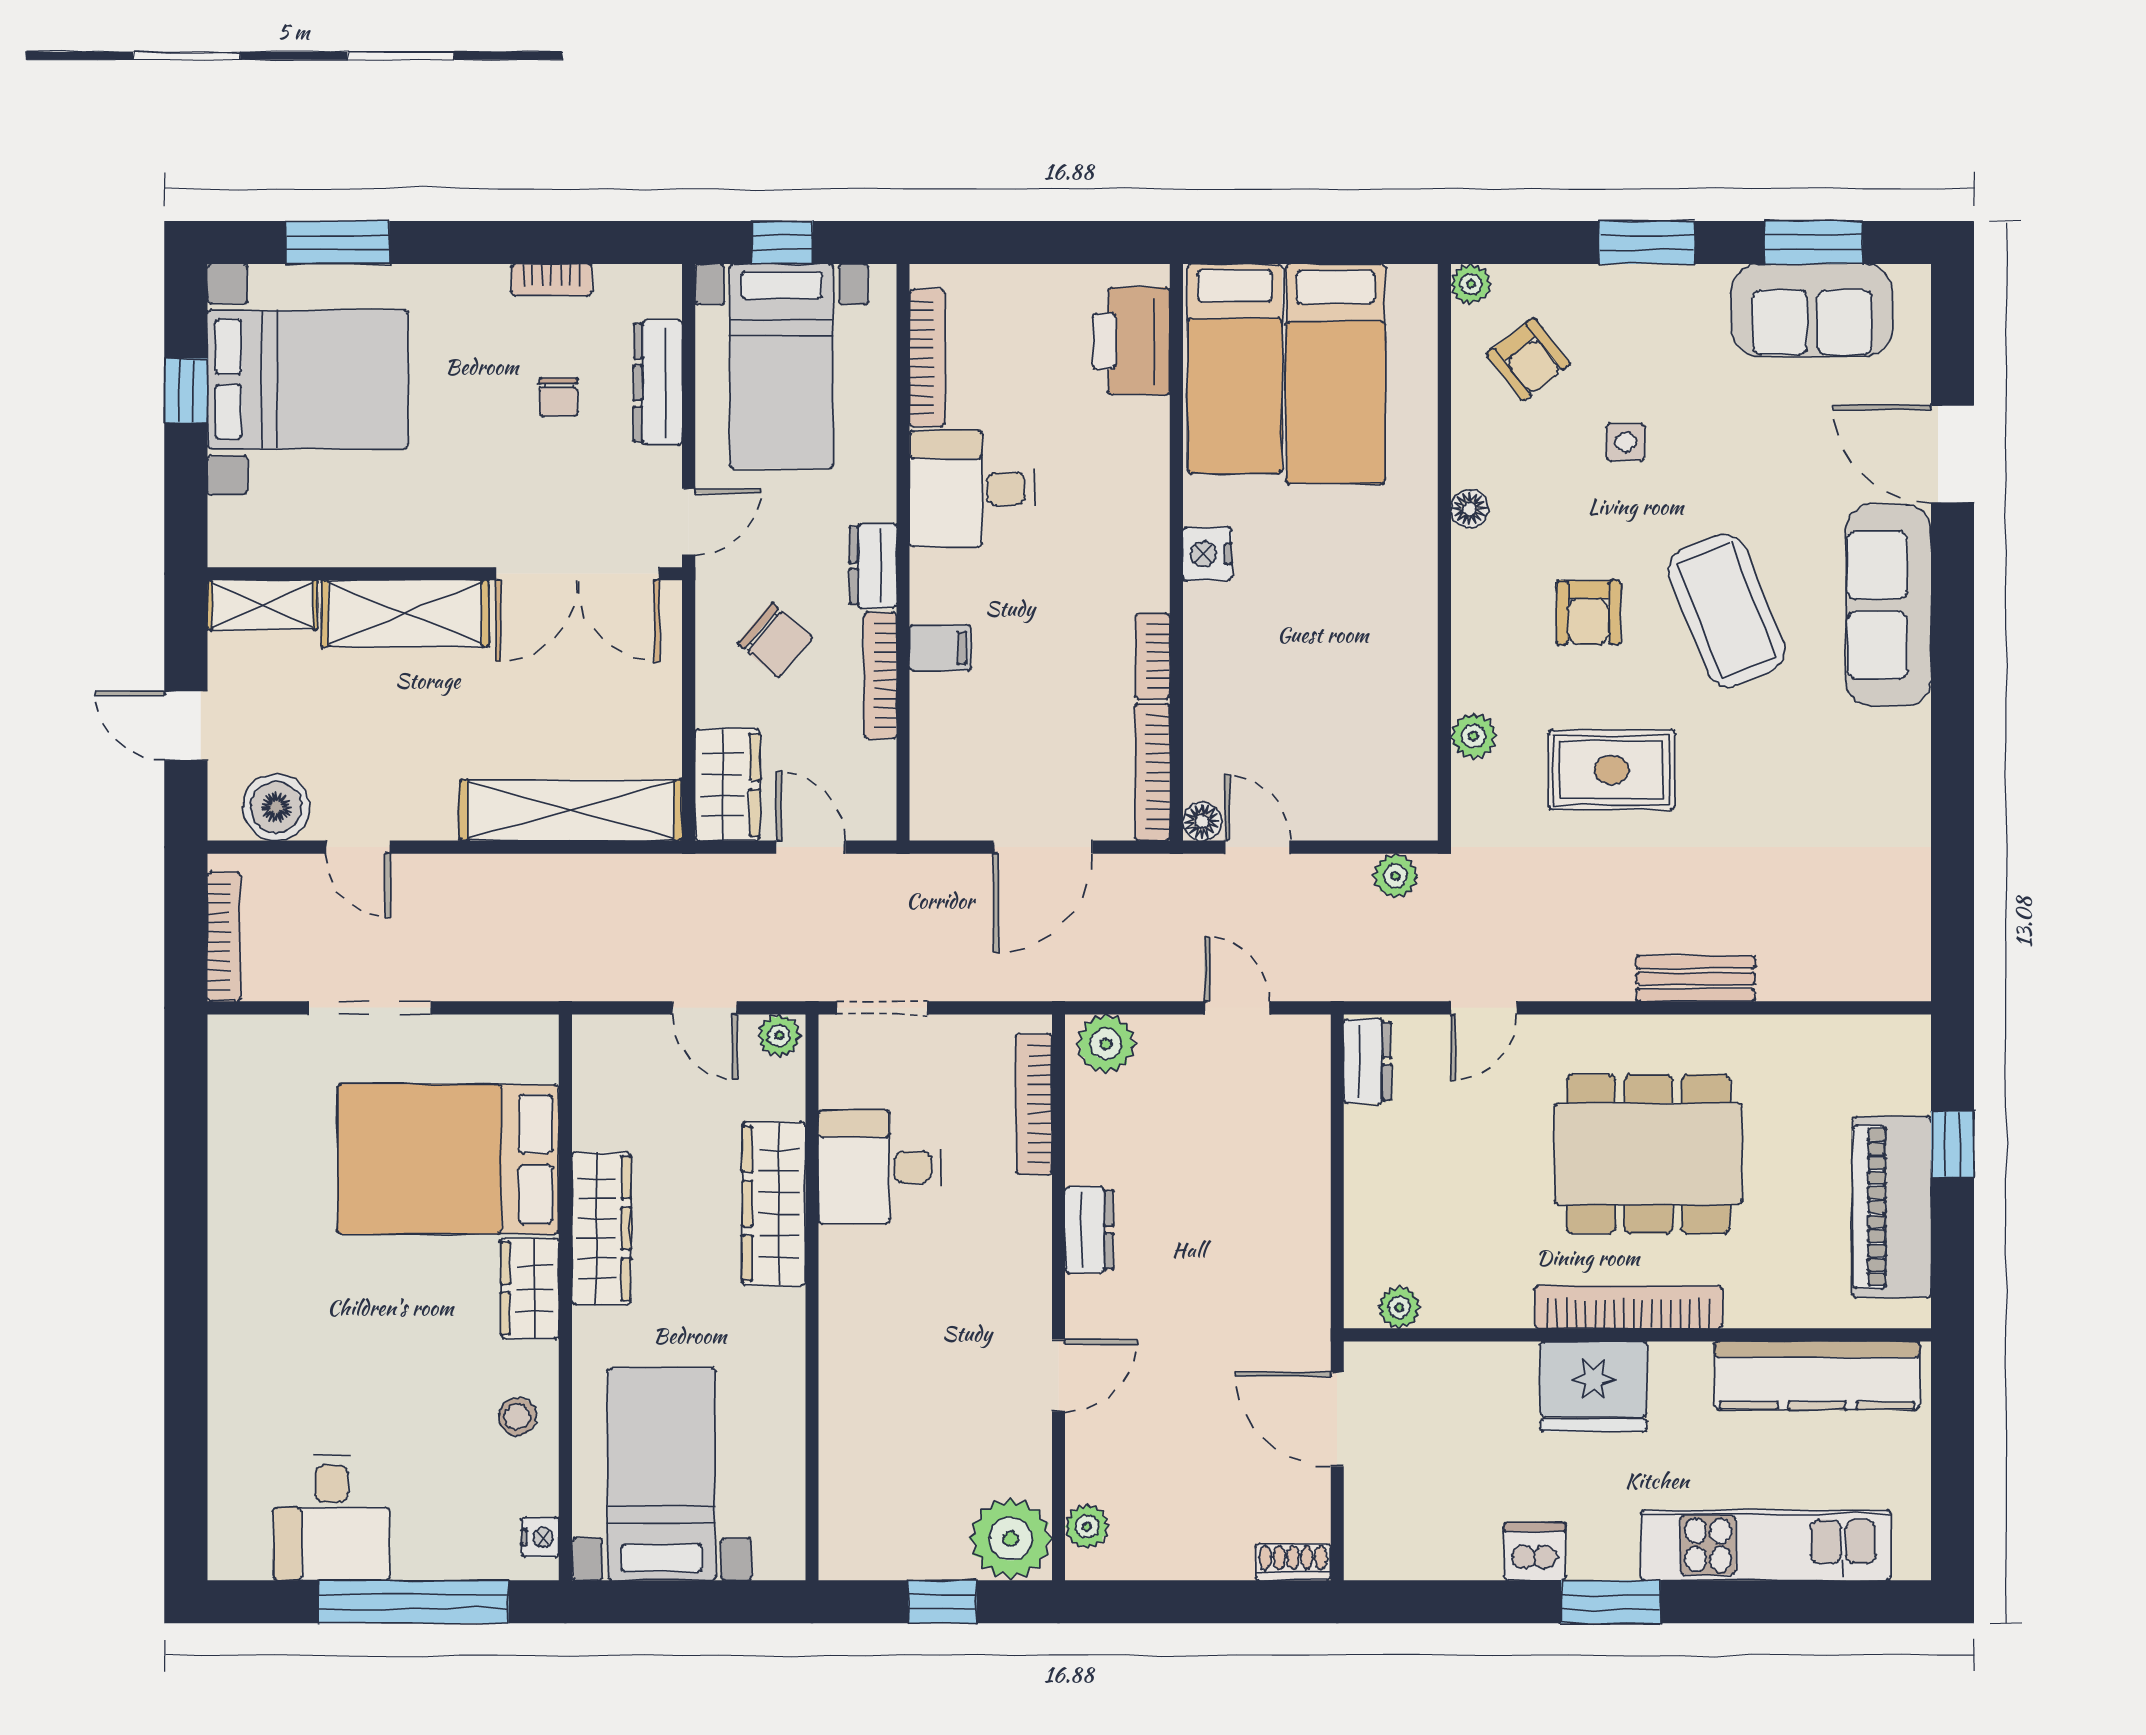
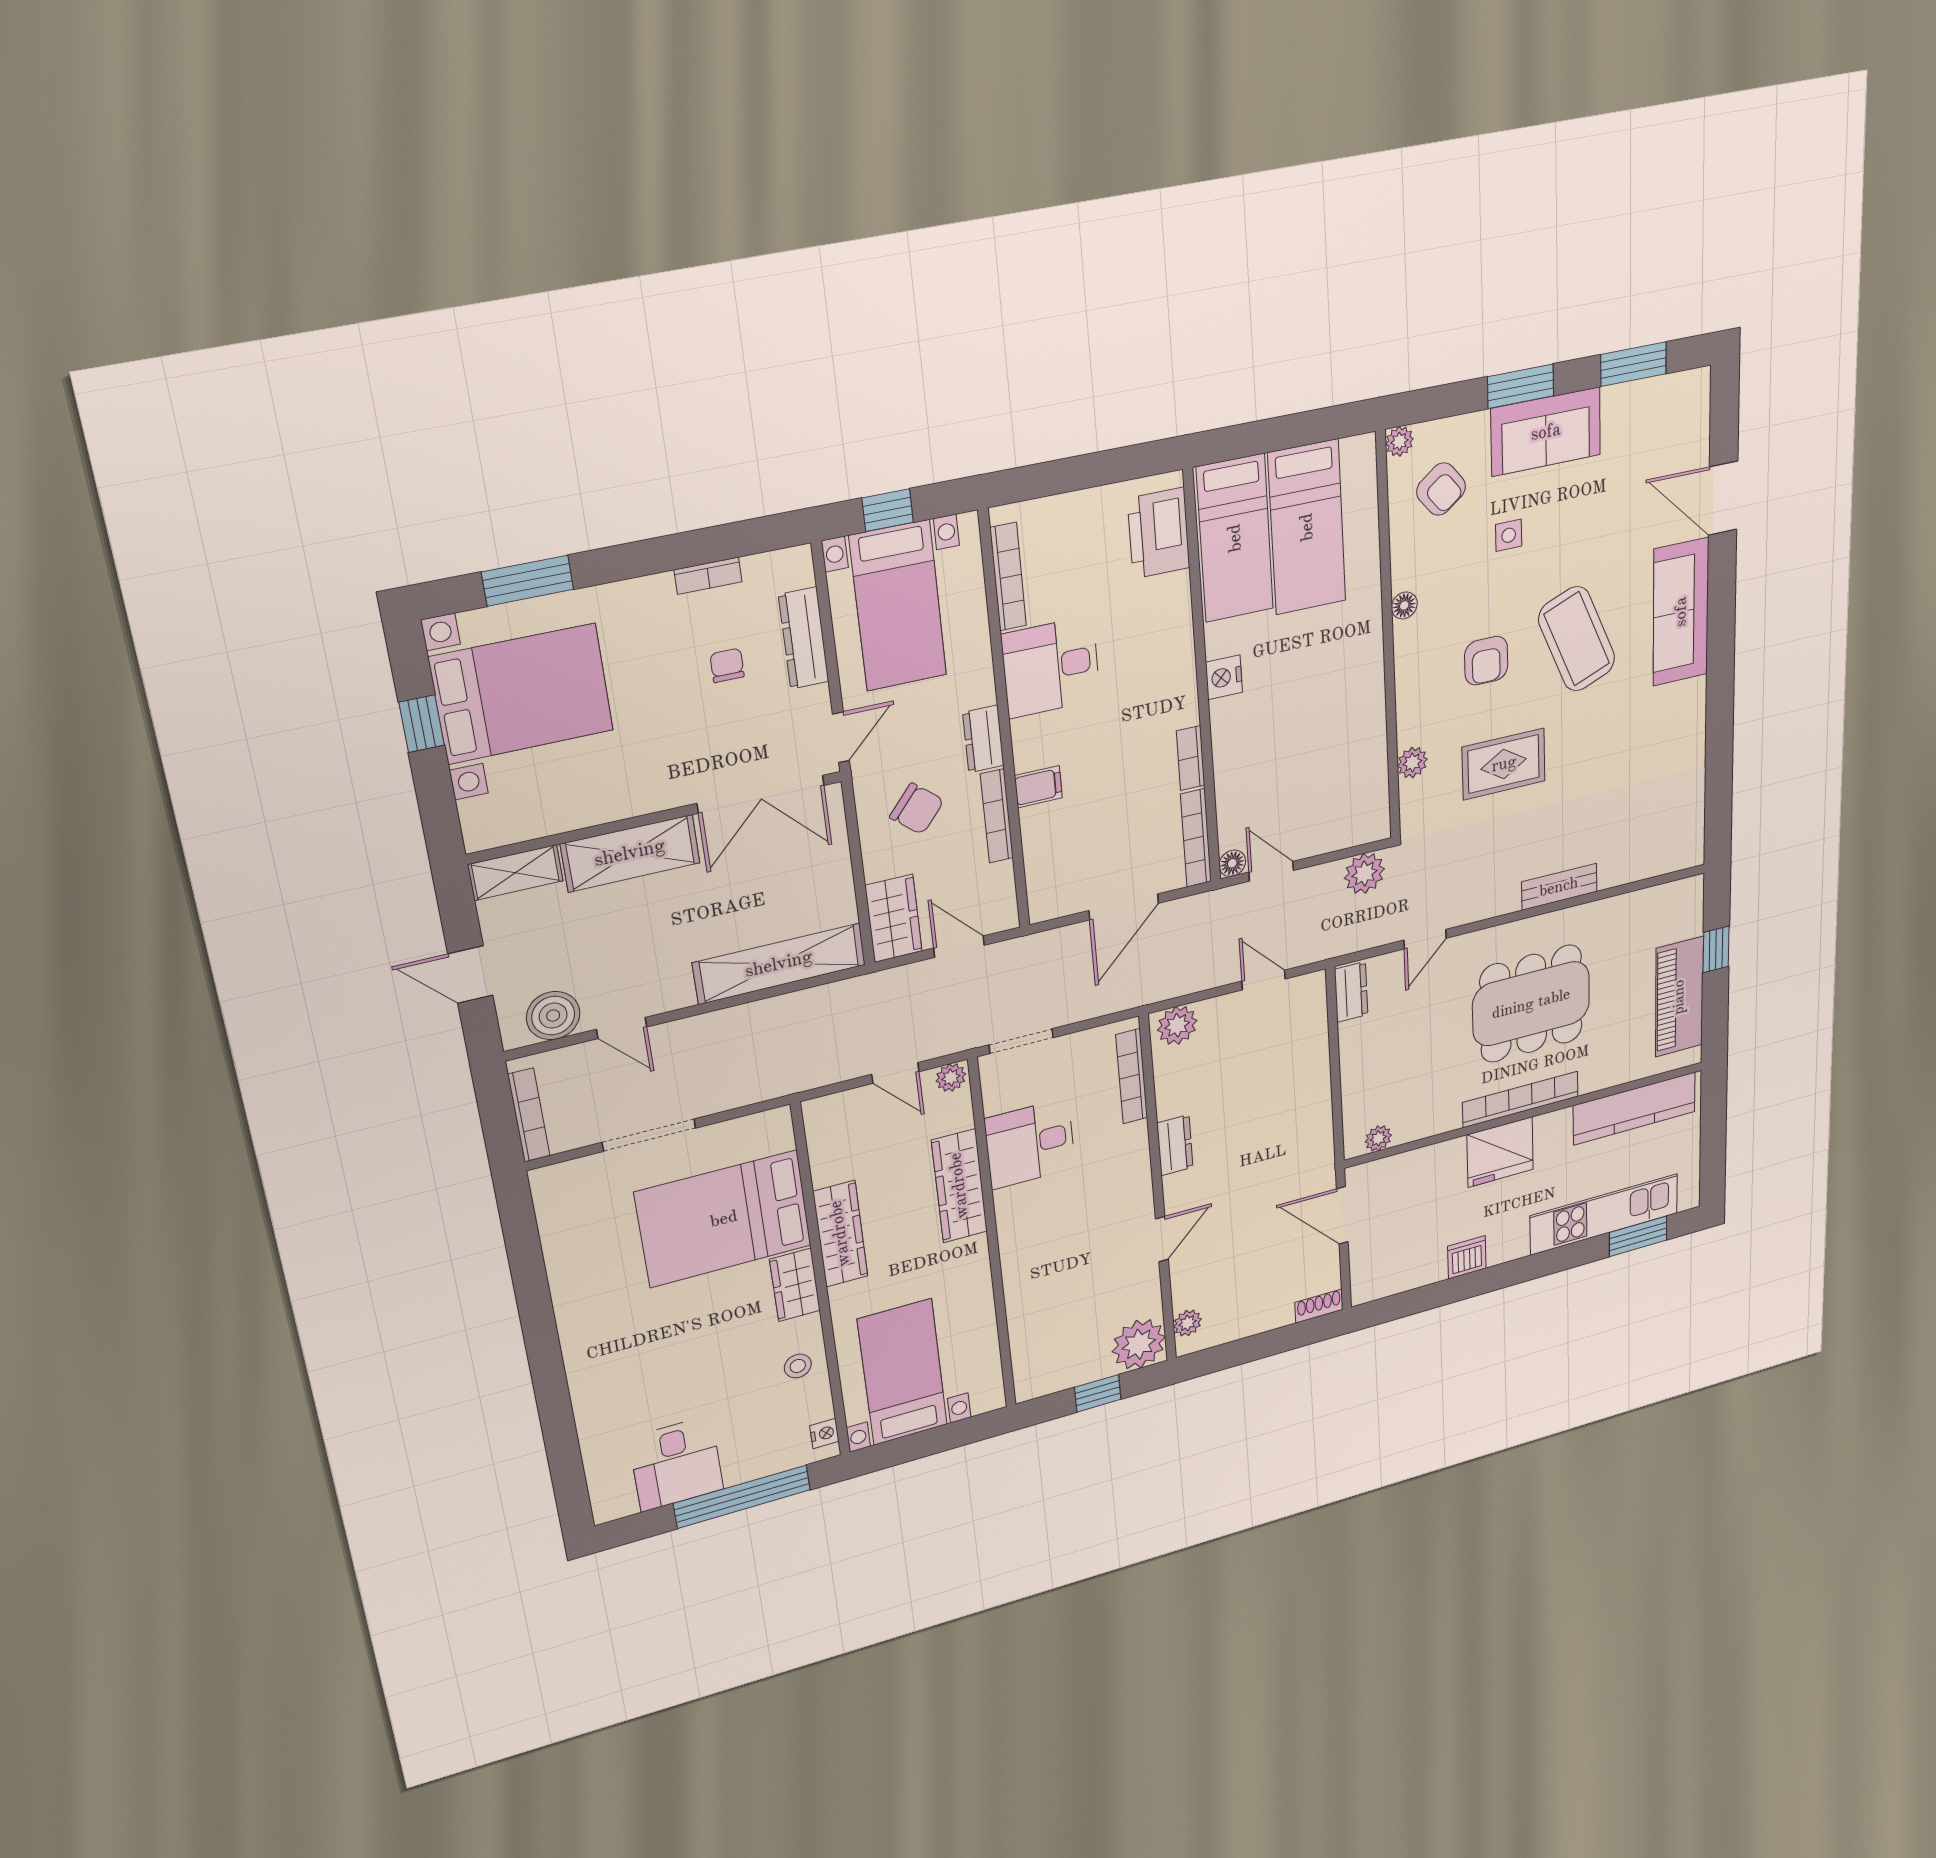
sofa: (1812, 310) -> (1546, 432), moved
chair: (559, 397) -> (727, 665), turned 180
plant: (1396, 876) -> (1364, 873), width x1.38, depth x1.38
window: (1611, 1602) -> (1638, 1236), moved

